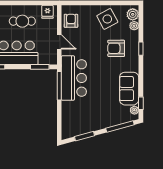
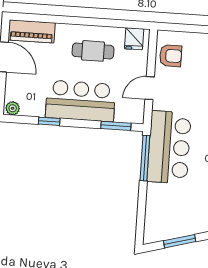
armchair: (71, 21) -> (171, 56), turned 90
door: (59, 42) -> (150, 88), swing flipped

